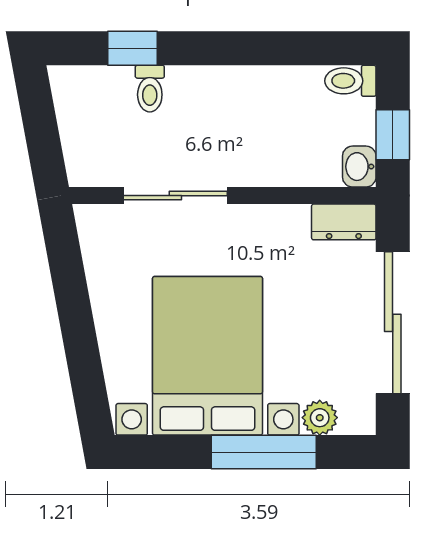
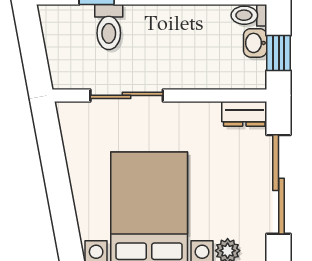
toilet: (150, 89) -> (109, 27), width x1.37, depth x1.39
washbasin: (359, 167) -> (255, 43), moved

